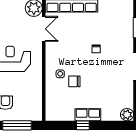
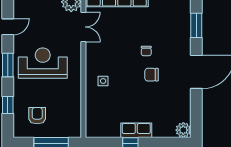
chair: (74, 81) -> (152, 75), moved

